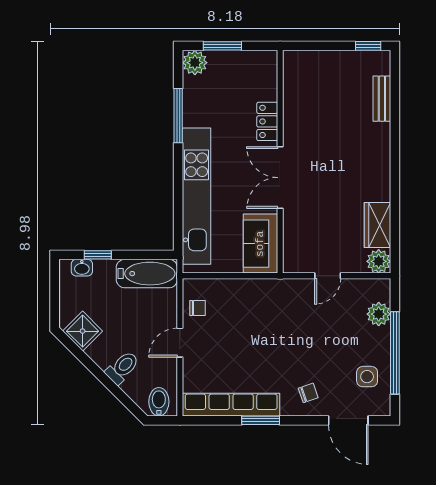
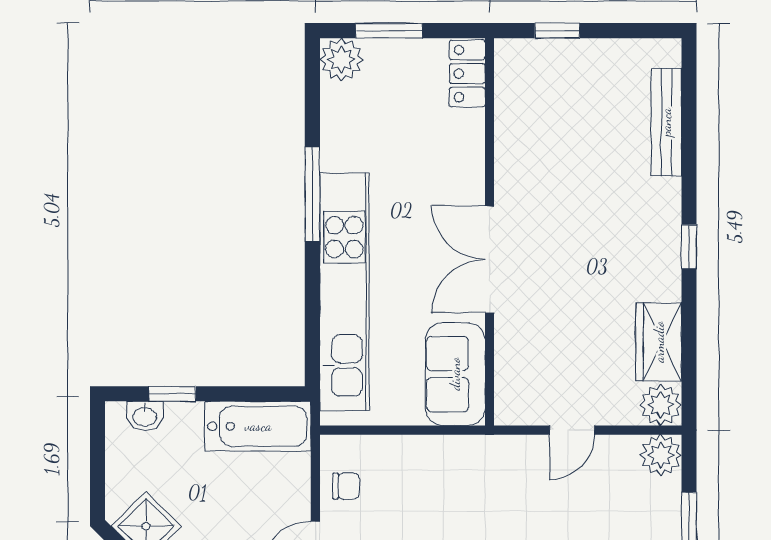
window: (368, 46) -> (557, 31), moved
bench: (382, 99) -> (666, 122), width x1.36
window: (178, 116) -> (312, 194), moved
locker: (267, 121) -> (467, 74), moved
window: (395, 170) -> (689, 247), added
plant: (379, 314) -> (661, 455), moved

